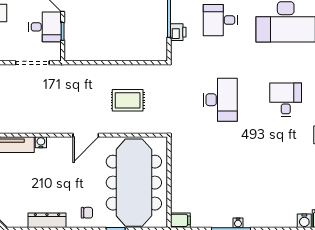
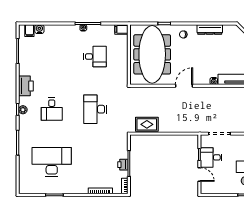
desk: (220, 20) -> (95, 56), moved
printer: (178, 32) -> (123, 165), moved
rug: (128, 100) -> (147, 124), moved

